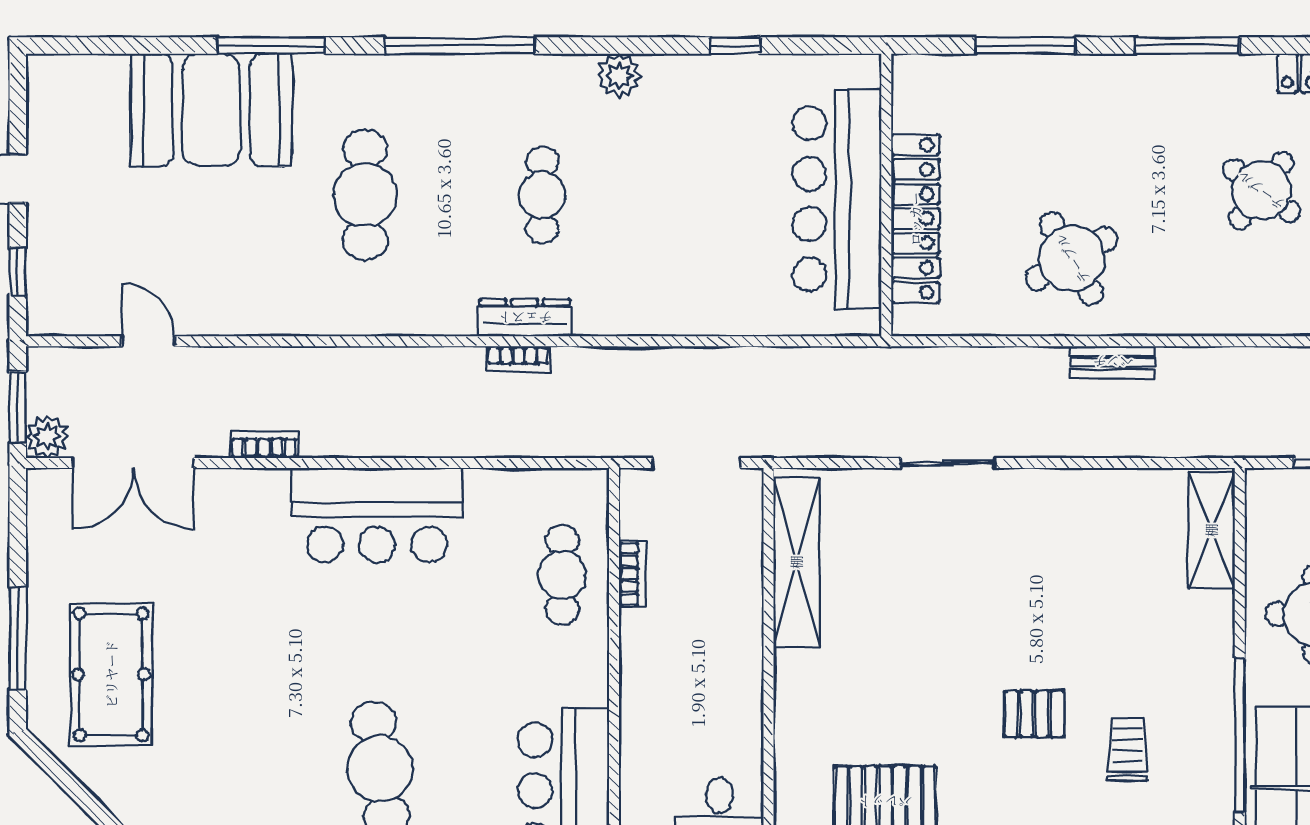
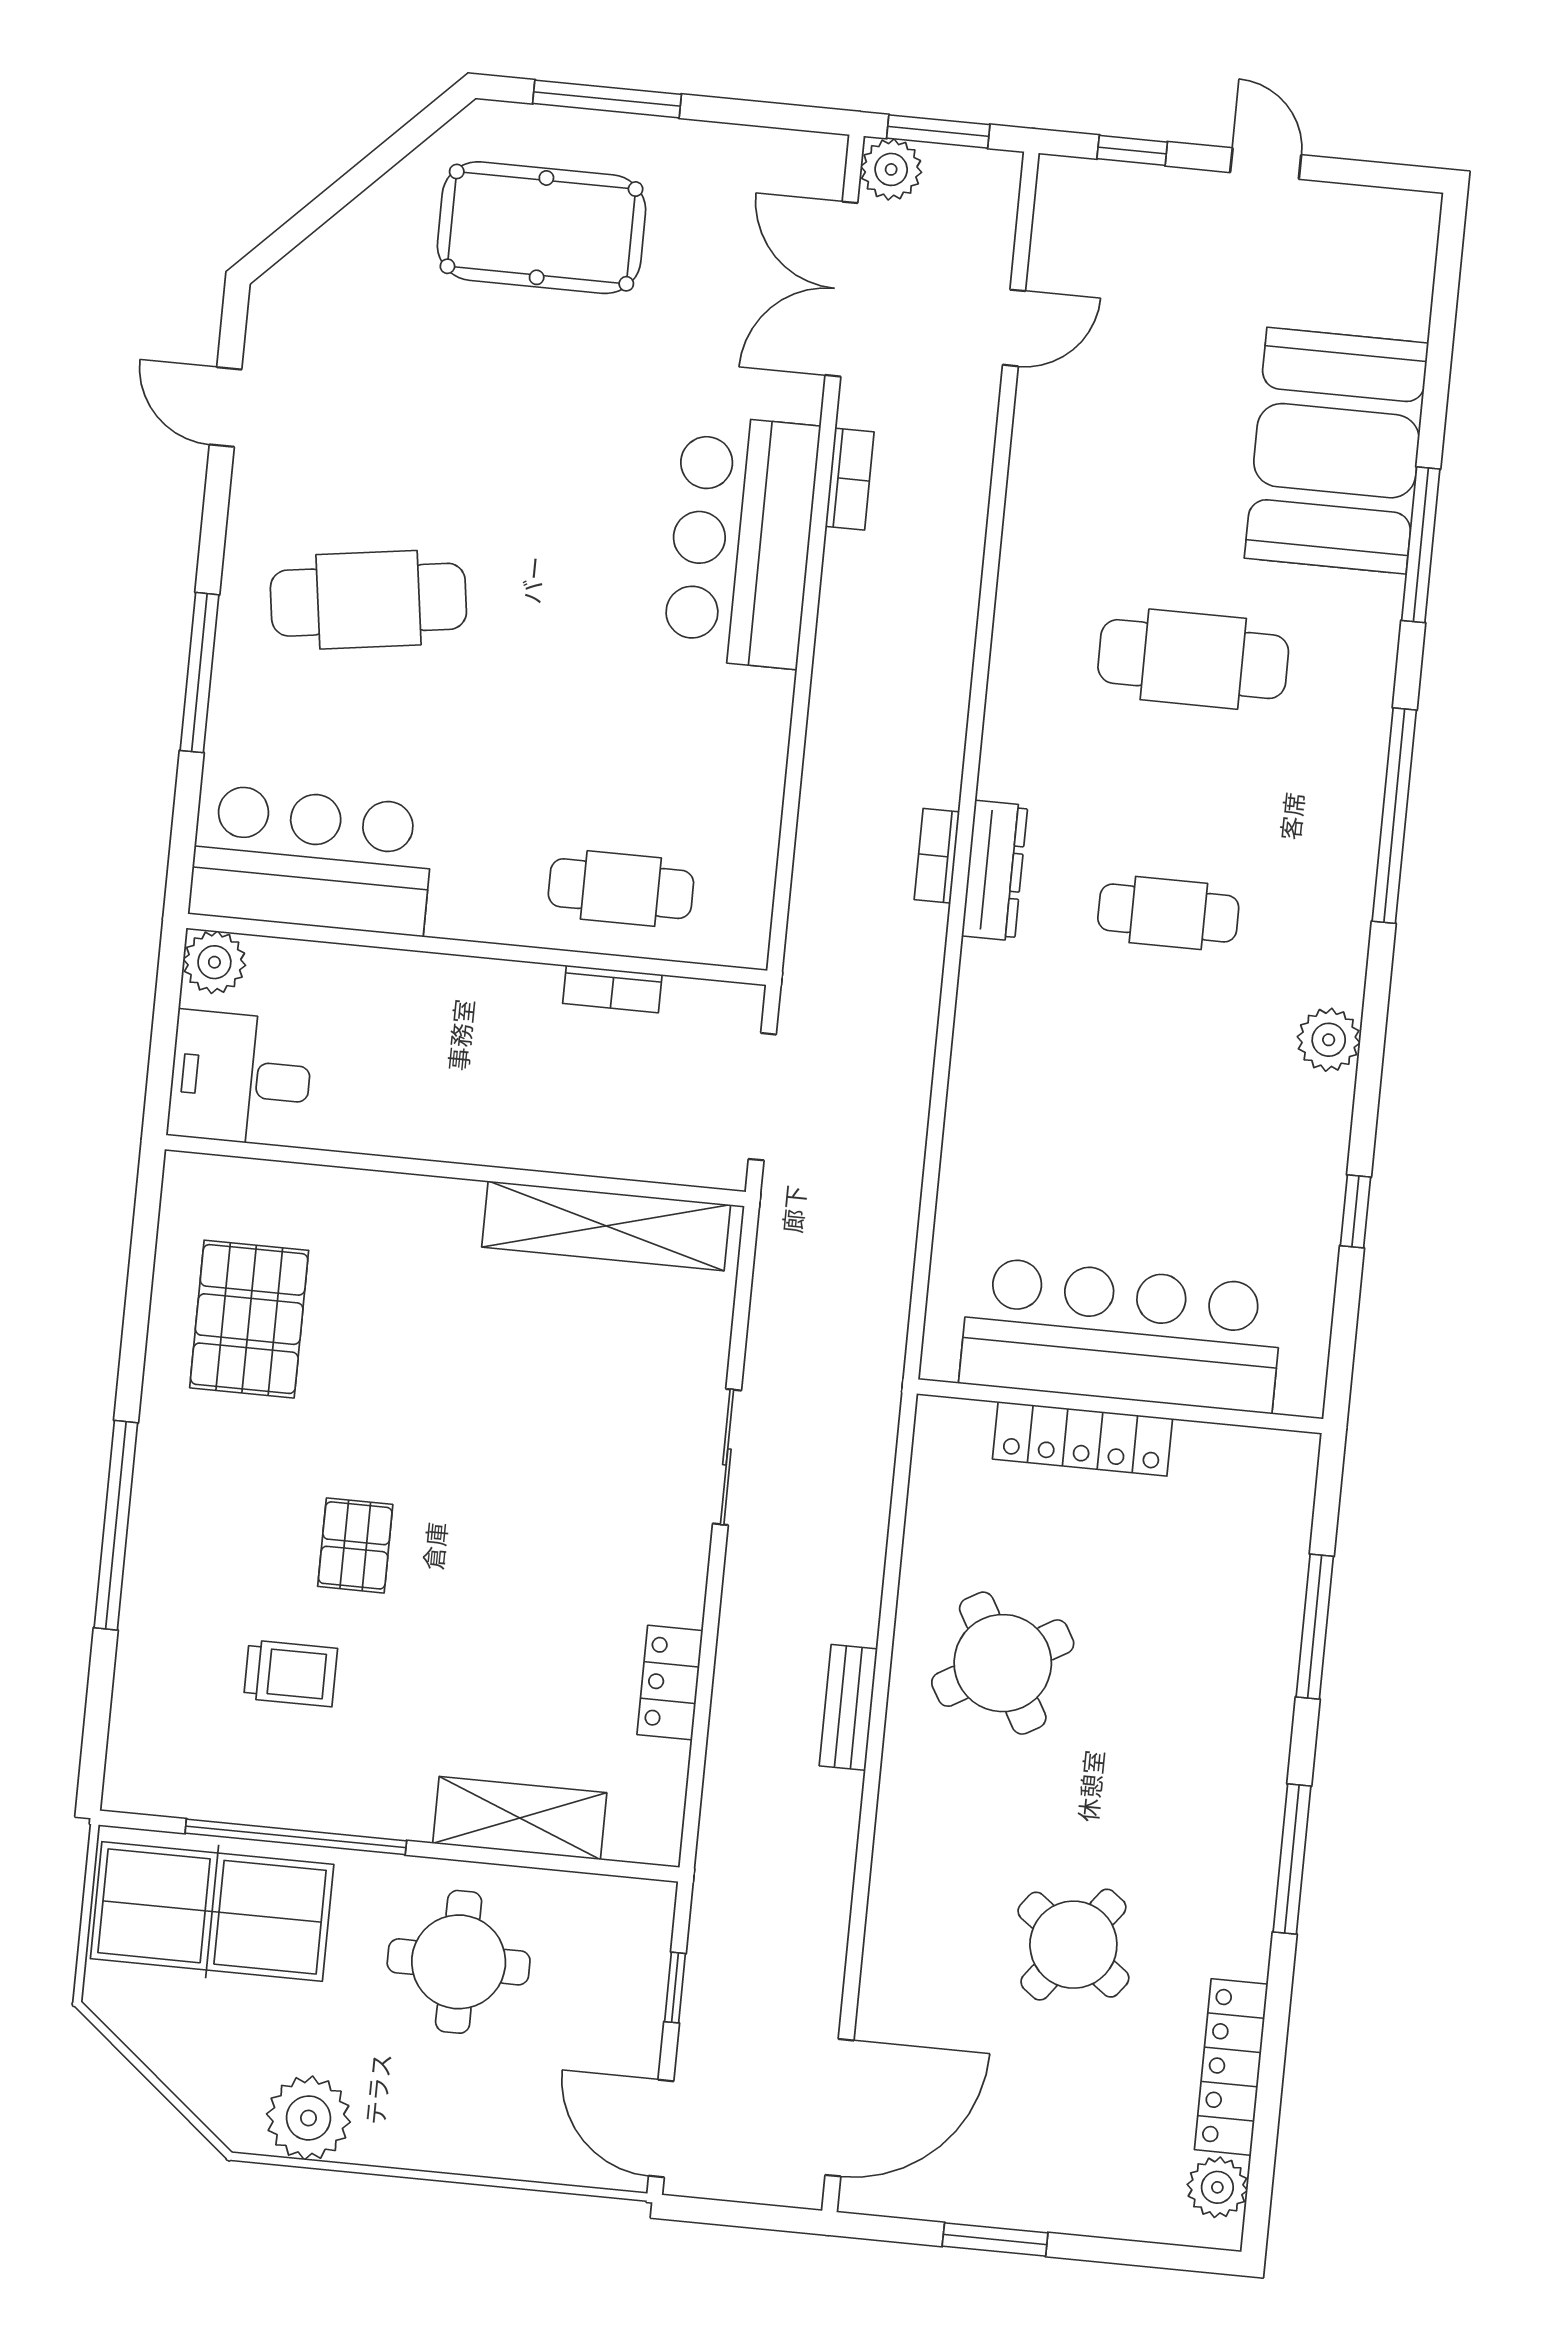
locker: (915, 219) -> (1083, 1439), width x0.71, depth x0.83
locker: (1108, 487) -> (670, 1683), added
bar counter: (377, 515) -> (741, 541), moved
shelving: (1211, 530) -> (520, 1818), moved

